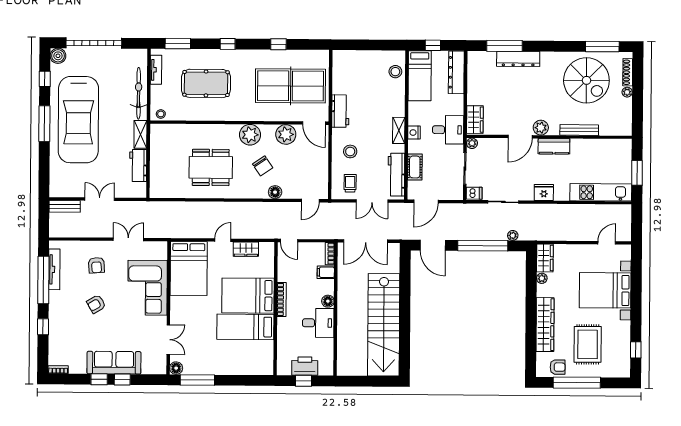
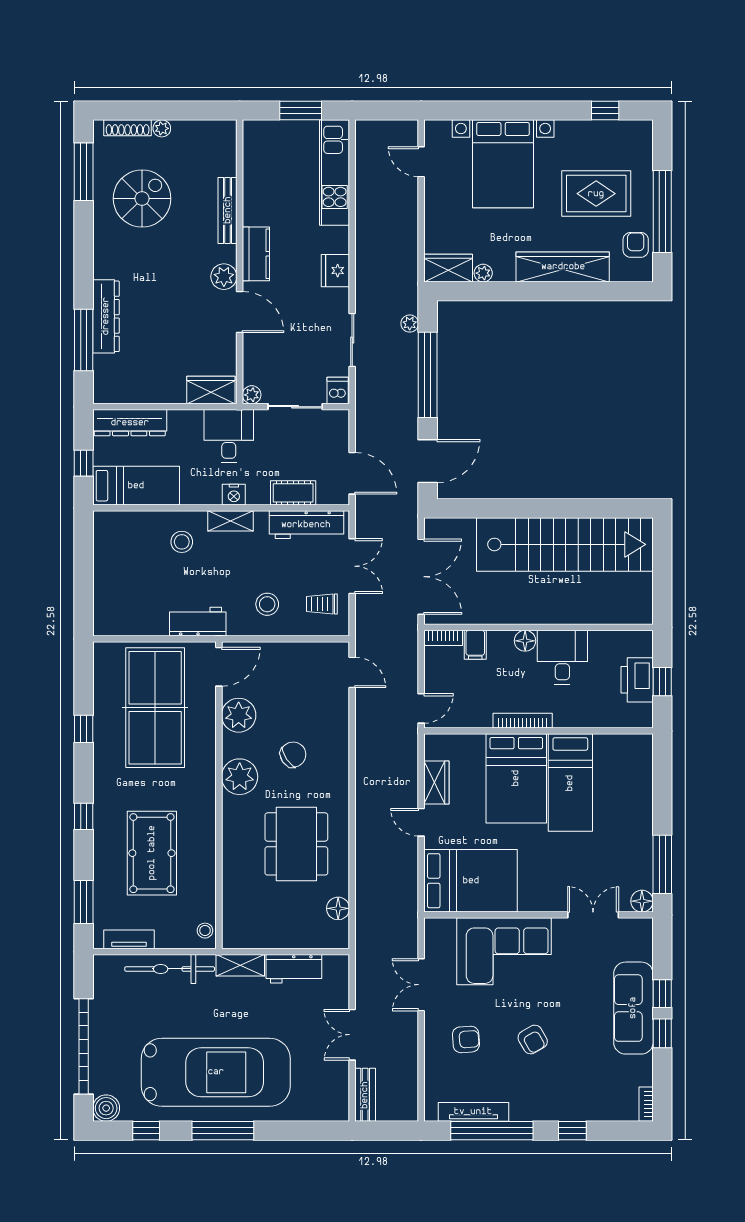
stool: (395, 72) -> (182, 542), moved
spiral stairs: (586, 80) -> (142, 199), width x0.73, depth x0.73
floor lamp: (275, 192) -> (338, 908), moved

